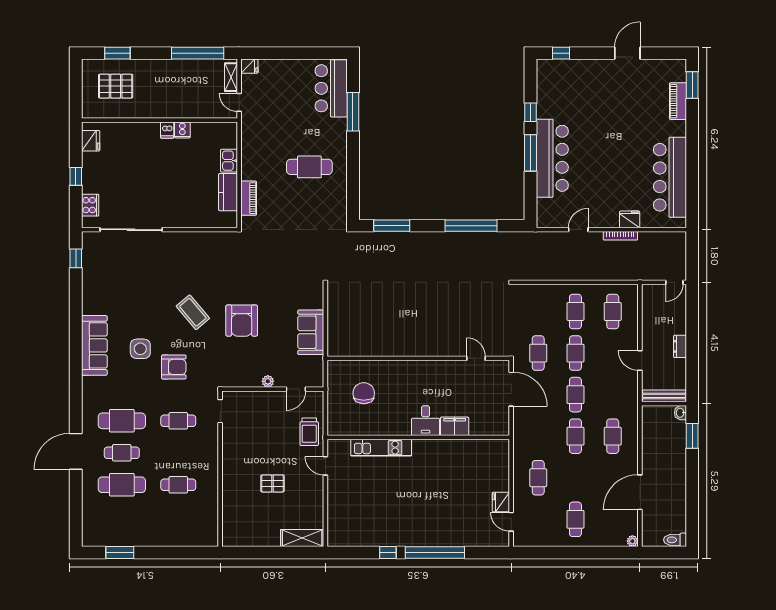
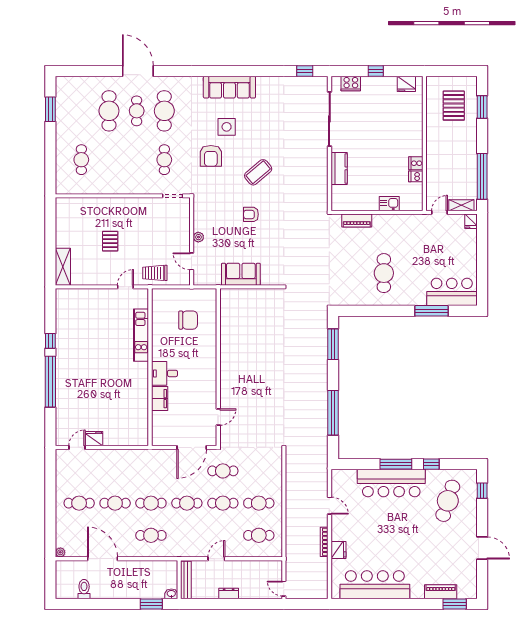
cafe table: (573, 93) -> (448, 501), added
dishwasher: (167, 130) -> (416, 176), moved
kitchen counter: (228, 192) -> (339, 168), moved, turned 90
armchair: (242, 321) -> (251, 214), width x0.53, depth x0.53
cafe table: (538, 478) -> (115, 503), moved
cafe table: (178, 485) -> (81, 160), moved
toilet: (675, 540) -> (84, 589), moved

